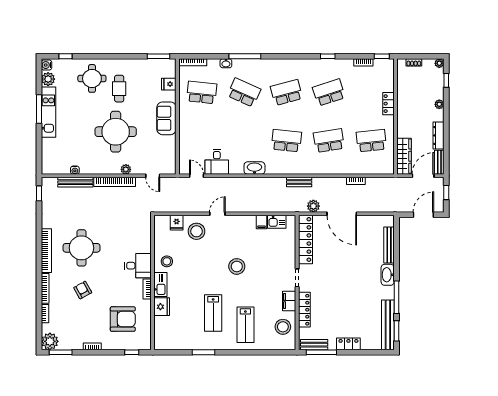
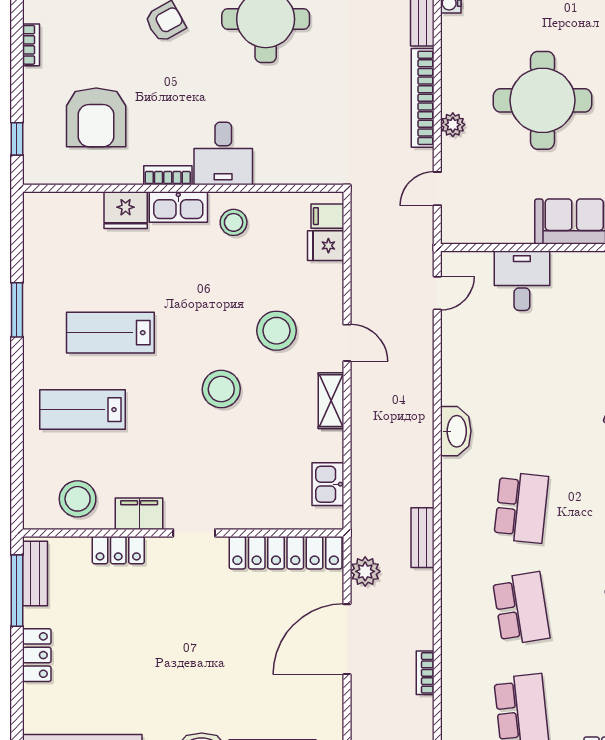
desk: (217, 162) -> (522, 281), moved, turned 90
shelving: (242, 220) -> (331, 401), added
filing cabinet: (262, 222) -> (327, 216), moved
stool: (197, 231) -> (277, 331), moved
locker: (304, 310) -> (118, 550), width x0.66

